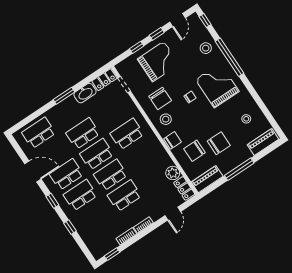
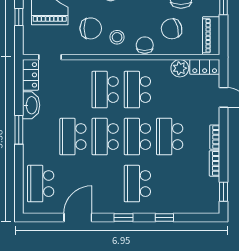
chair: (195, 151) -> (172, 29), turned 75
school desk: (66, 174) -> (137, 90), moved

